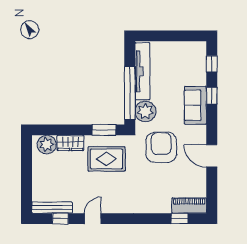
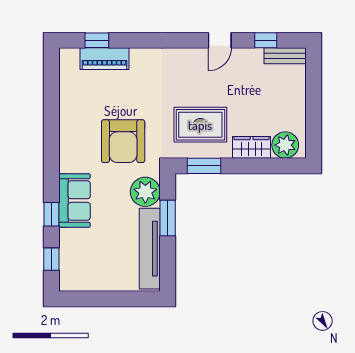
window: (130, 93) -> (168, 218), width x0.47
door: (212, 156) -> (51, 129), removed
piano: (189, 206) -> (105, 59), moved
bench: (52, 208) -> (285, 56), width x0.73

